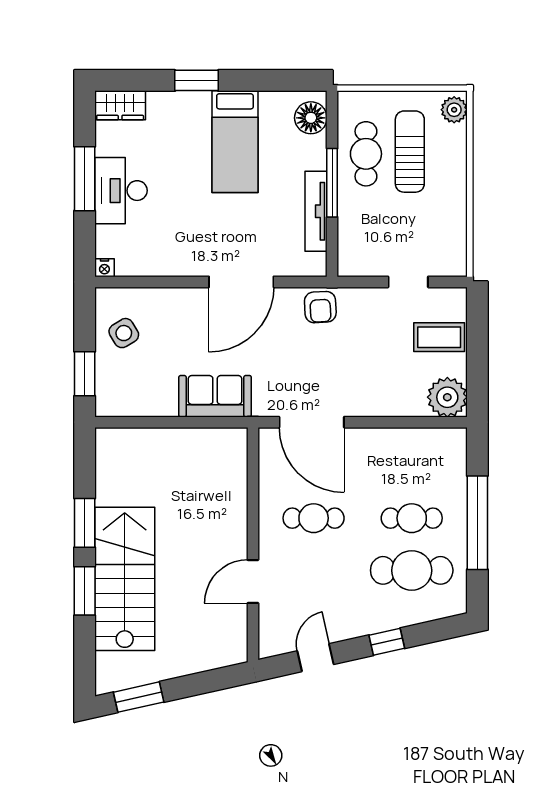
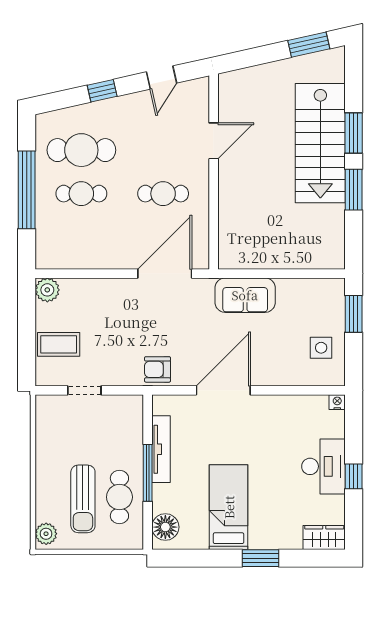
window: (85, 179) -> (354, 476), width x0.46
armchair: (320, 307) -> (157, 369), turned -87
side table: (124, 333) -> (321, 348), turned 31
plant: (447, 397) -> (47, 290), width x0.73, depth x0.73
door: (312, 422) -> (165, 274), hinge flipped

